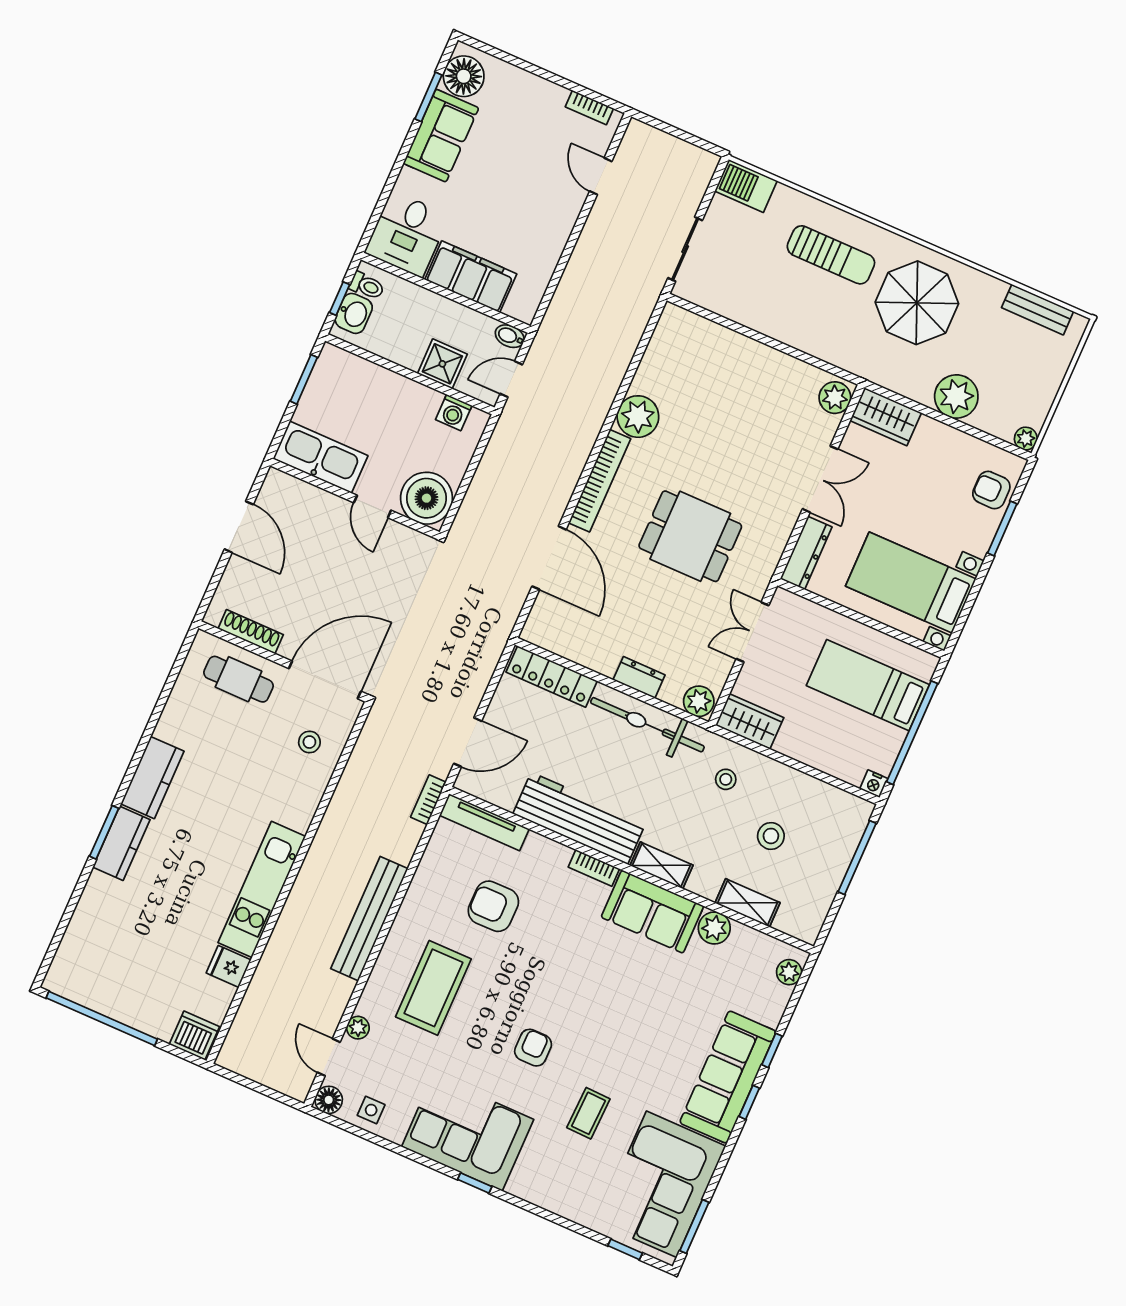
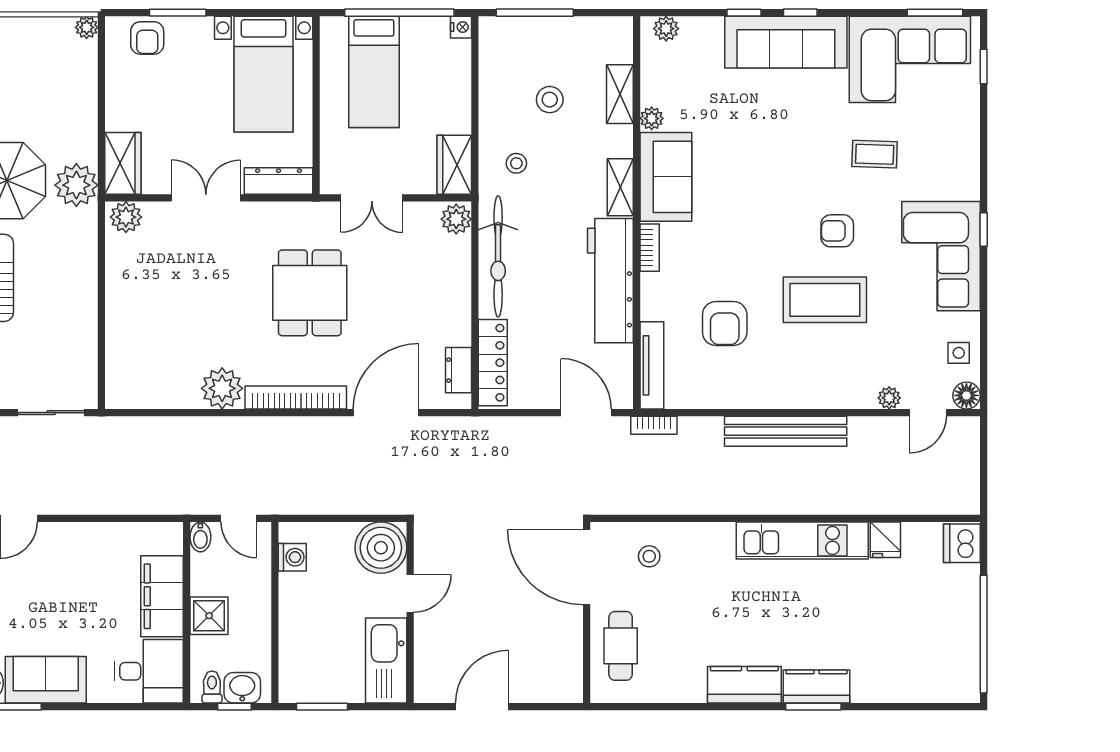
shower: (442, 364) -> (209, 616), moved
plant: (956, 397) -> (76, 185), moved
shoe rack: (251, 632) -> (573, 654), removed
dresser: (639, 677) -> (459, 370), moved
plant: (714, 928) -> (652, 118), width x0.73, depth x0.73
coffee table: (433, 988) -> (825, 300), moved

